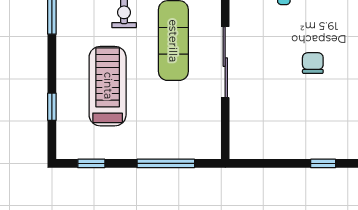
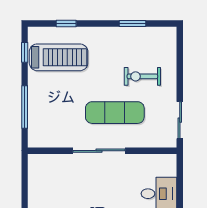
treadmill: (108, 86) -> (59, 57), moved

